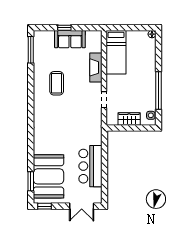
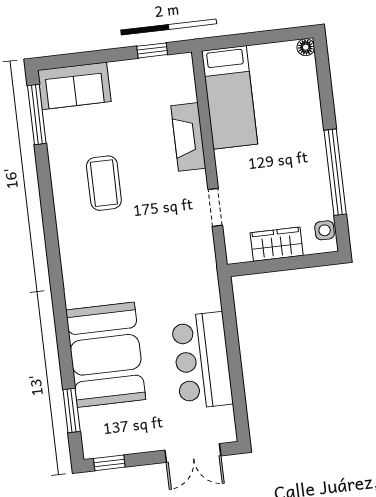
window: (64, 28) -> (152, 50), moved
sofa: (70, 39) -> (74, 86), moved
booth: (49, 176) -> (106, 355), moved

